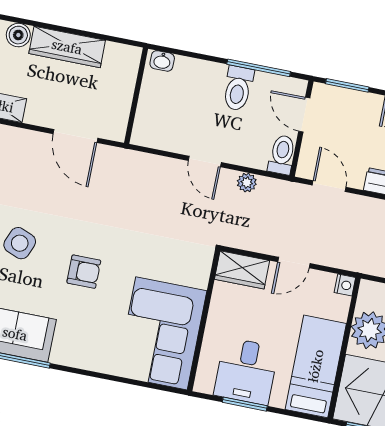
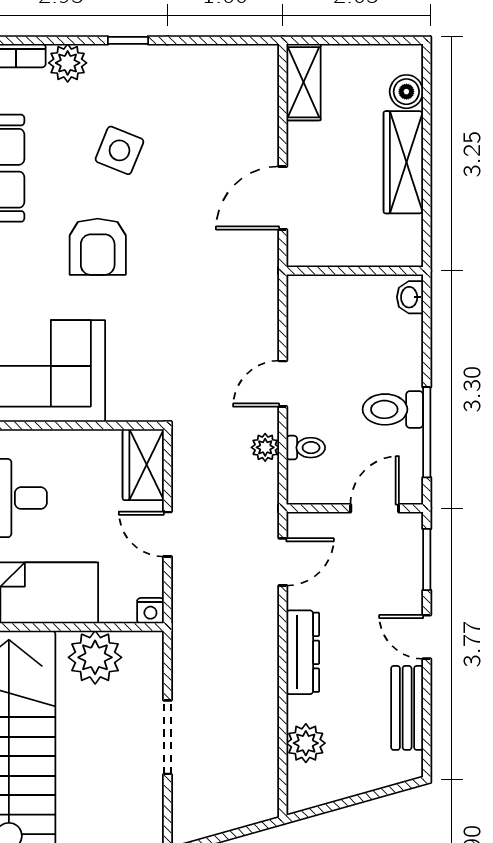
toilet: (282, 155) -> (306, 448), moved, width x0.73, depth x0.72
armchair: (84, 272) -> (98, 247), width x1.38, depth x1.38

